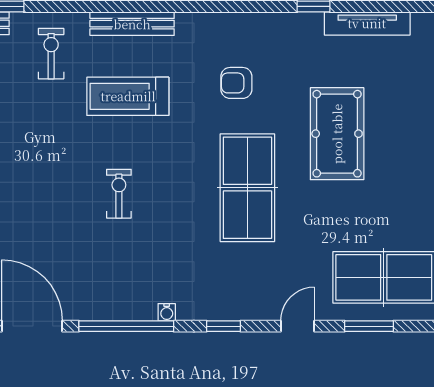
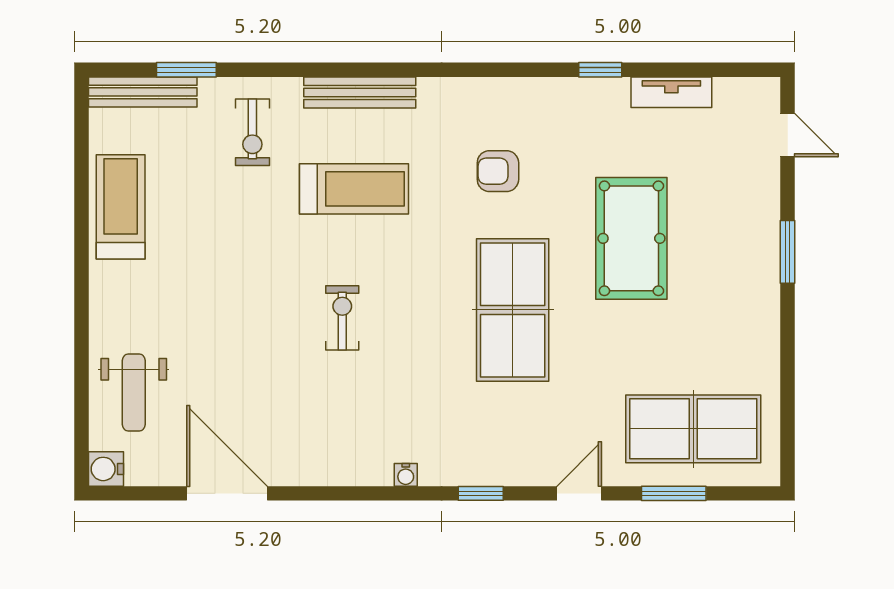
tv unit: (367, 23) -> (671, 92), width x0.71
exercise bike: (51, 54) -> (252, 132), turned 180
treadmill: (128, 96) -> (354, 189), turned 180
window: (126, 326) -> (352, 493), removed

